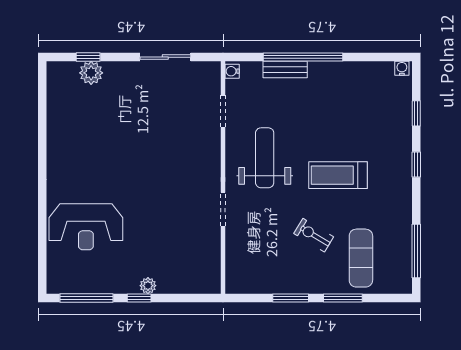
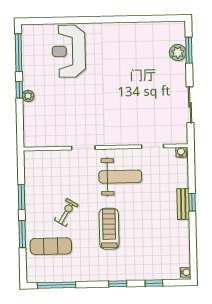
window: (88, 57) -> (189, 50), width x1.50
window: (303, 57) -> (192, 202), width x0.32
bench: (285, 70) -> (183, 204), moved

